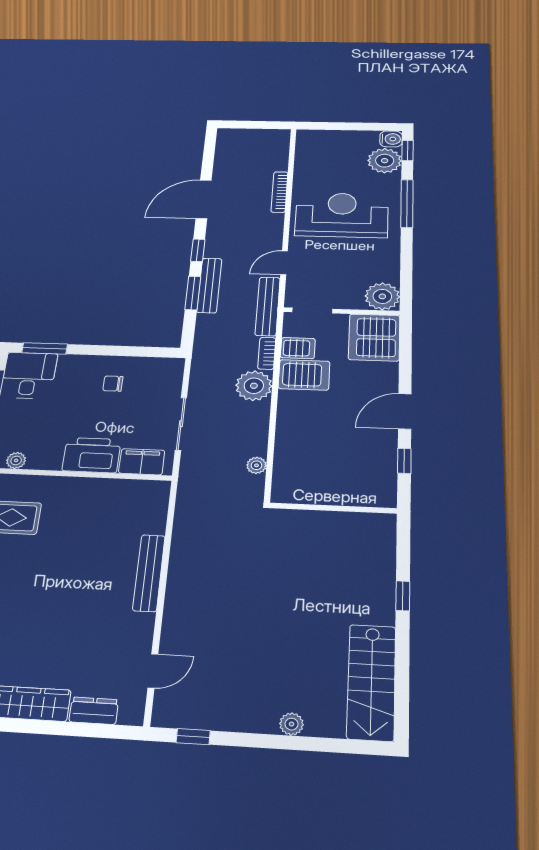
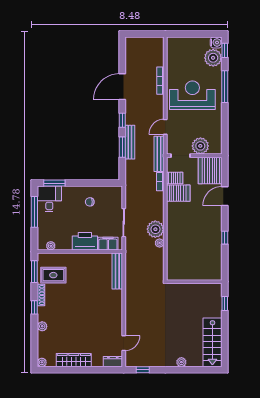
plant: (382, 296) -> (200, 146), moved
plant: (254, 386) -> (155, 229), moved
door: (405, 411) -> (225, 196), moved
wall: (333, 508) -> (194, 282), moved
bench: (149, 573) -> (117, 271), moved
dresser: (94, 711) -> (113, 362), moved

